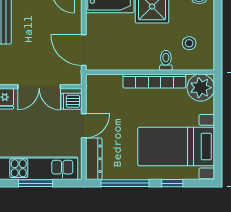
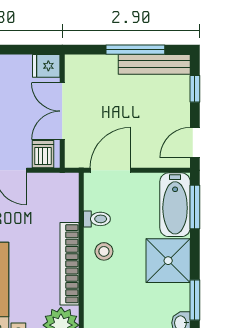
stool: (189, 43) -> (104, 251), moved
toilet: (166, 60) -> (97, 219), moved

